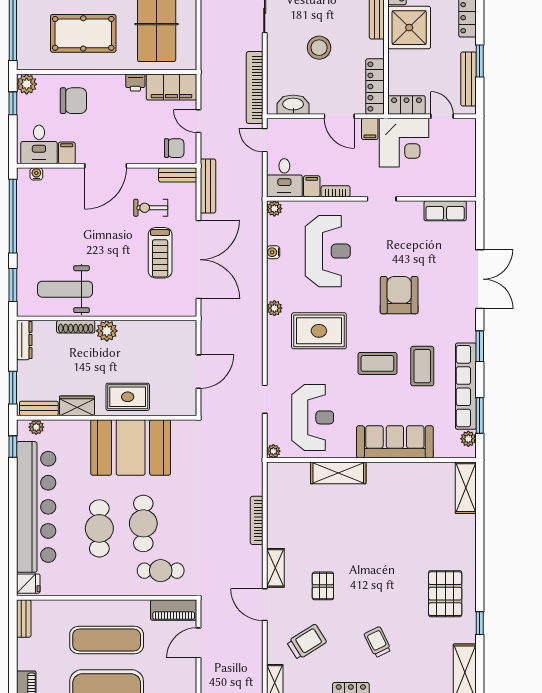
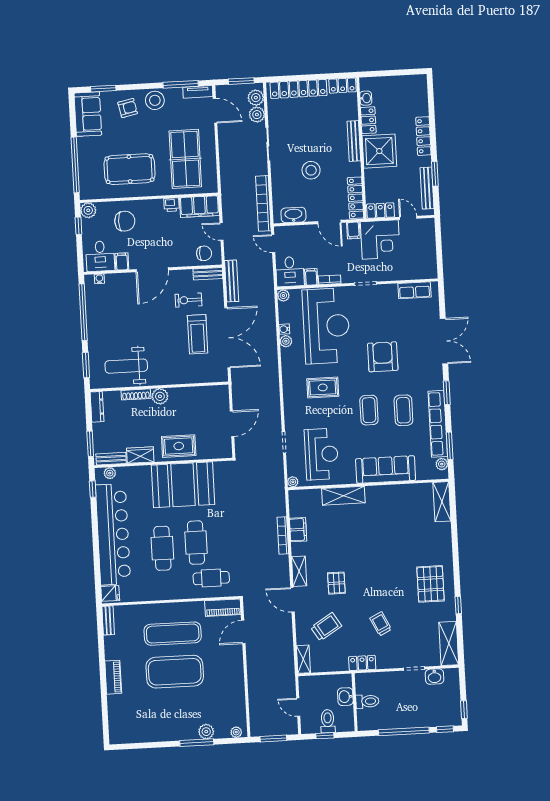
reception desk: (328, 251) -> (326, 326), width x1.36, depth x1.30
plant: (274, 308) -> (286, 341), moved
rug: (319, 331) -> (323, 387), width x0.73, depth x0.70
coffee table: (377, 363) -> (369, 410), turned 90
filing cabinet: (277, 514) -> (298, 530), added

